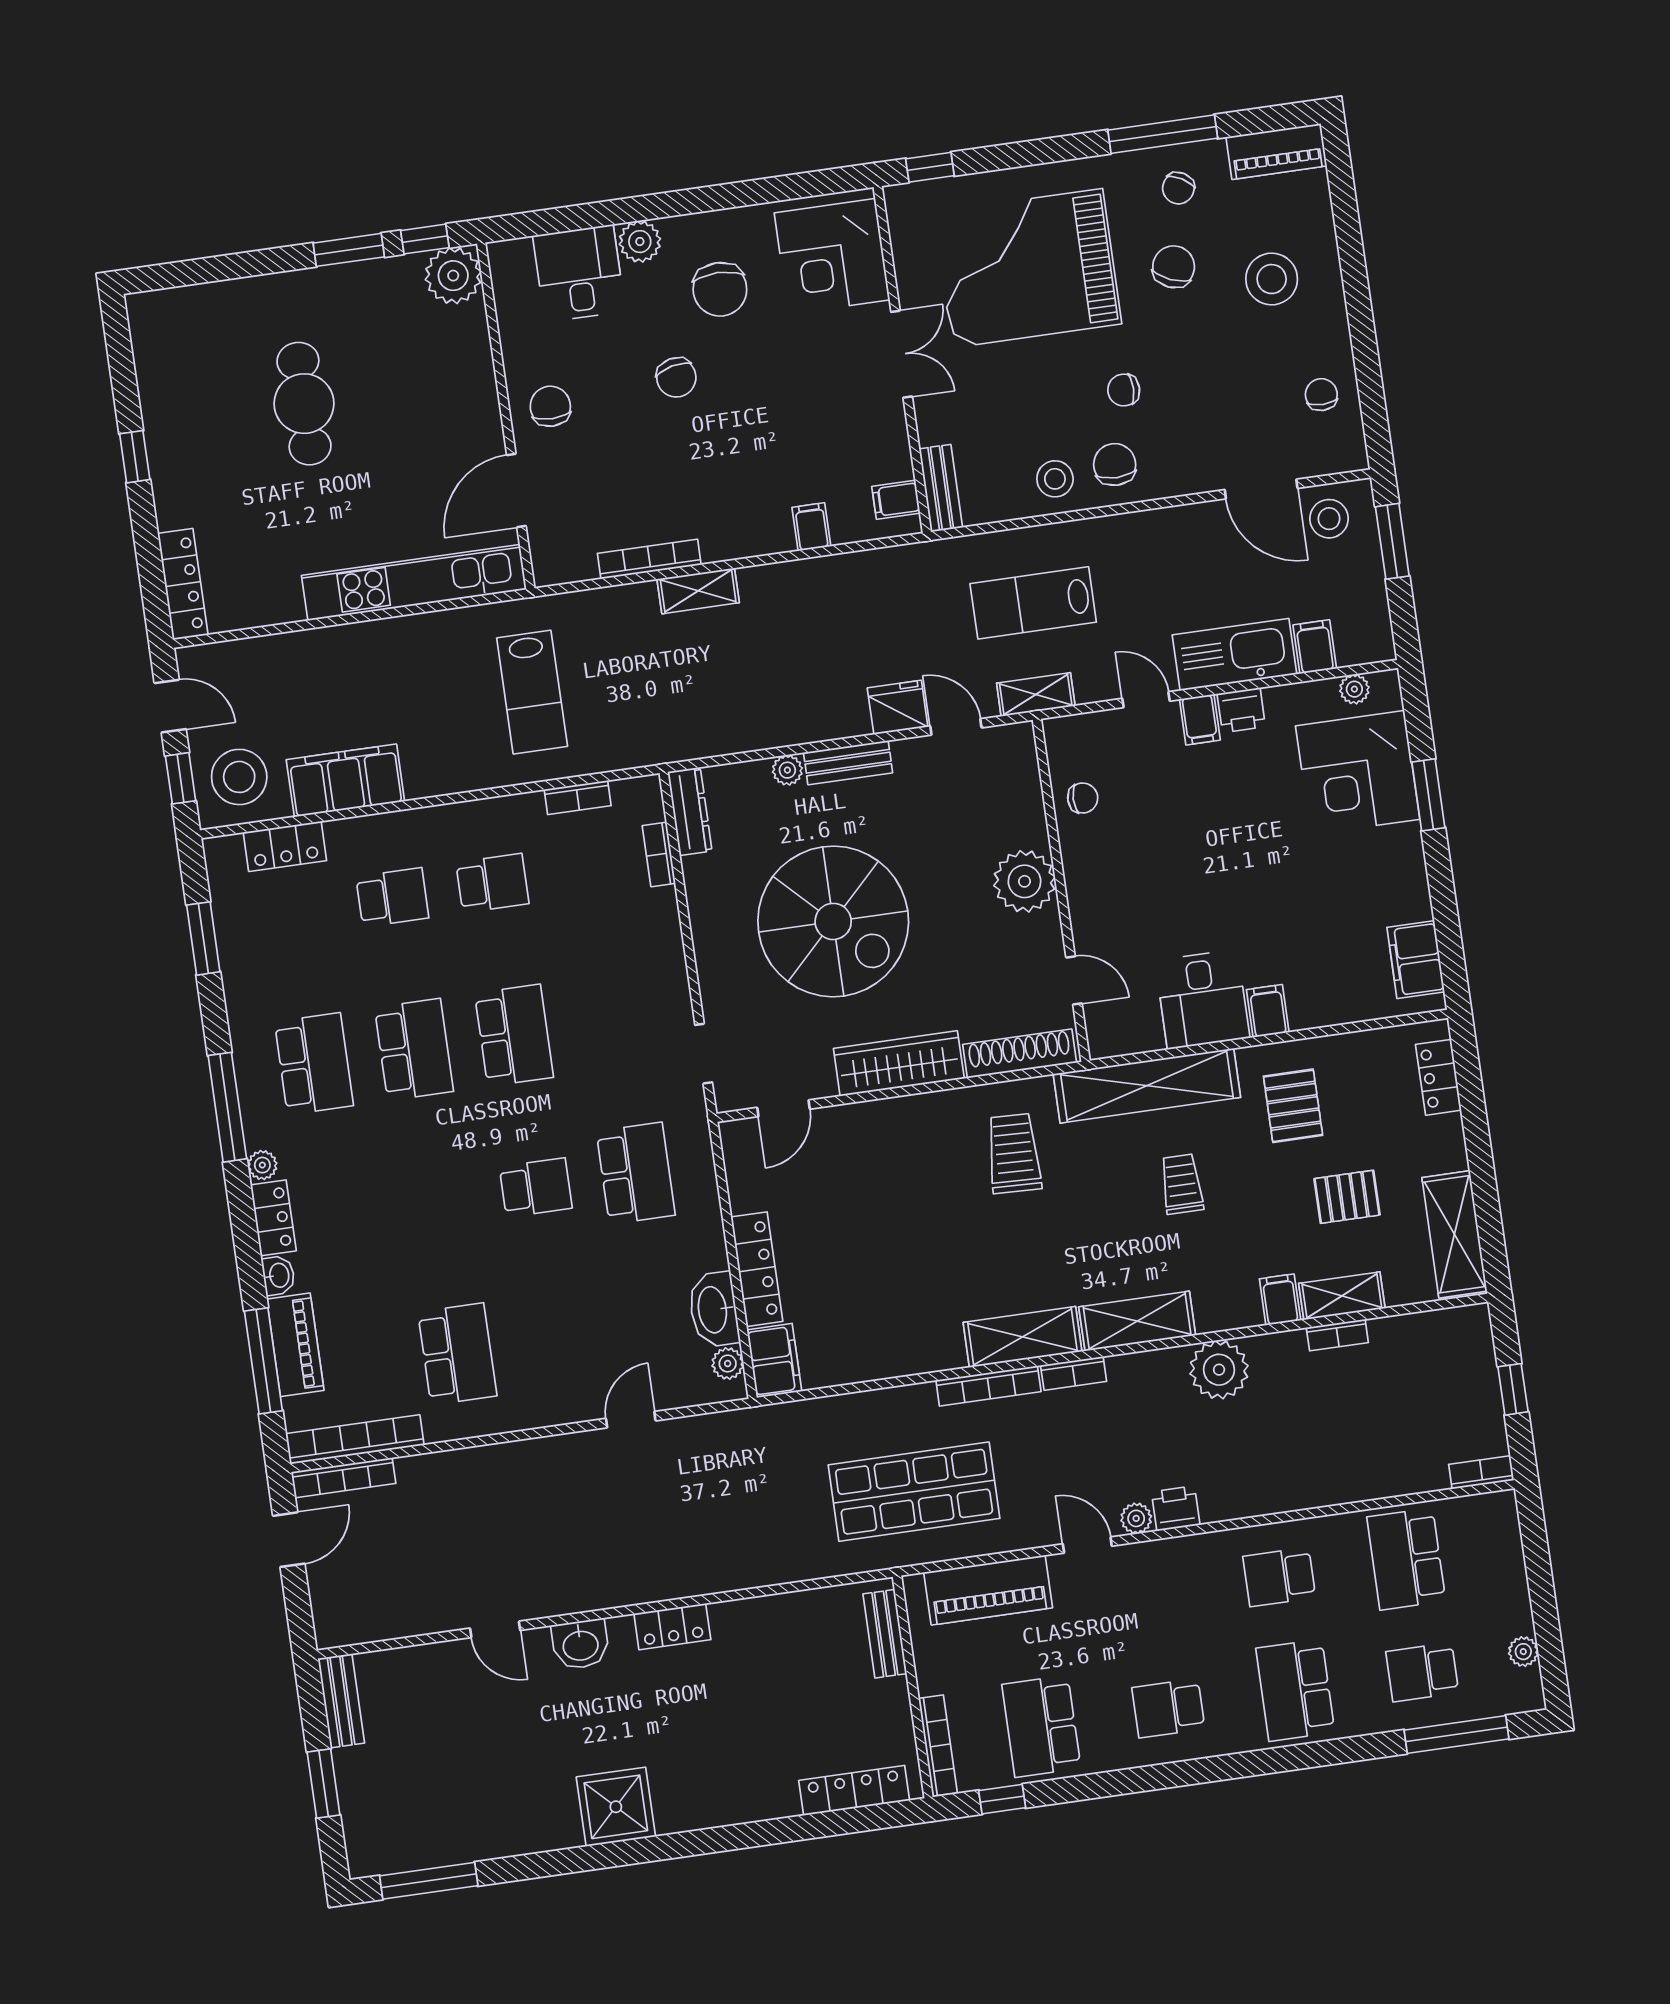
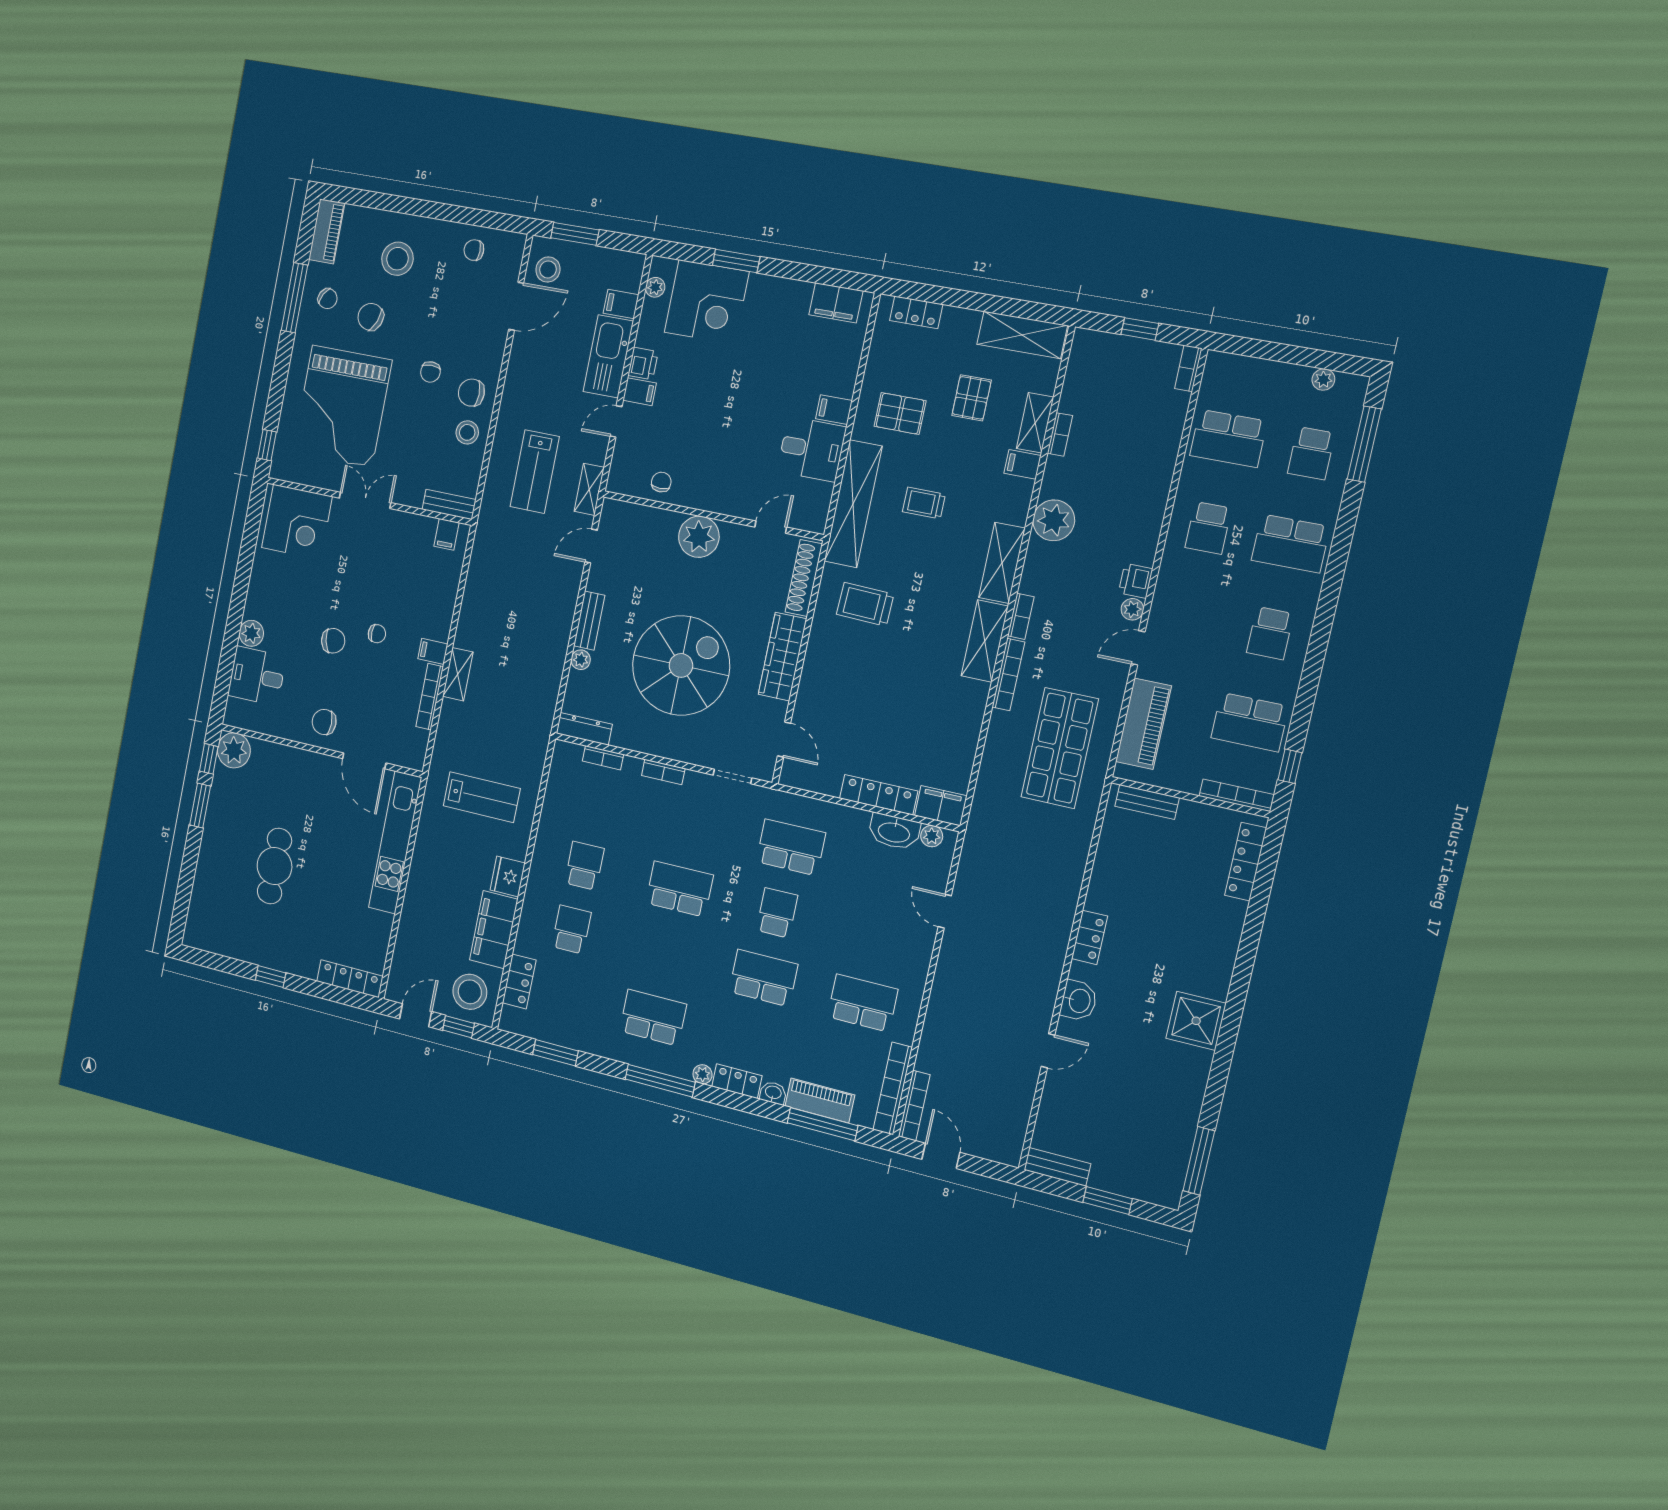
chair: (720, 289) -> (377, 634), moved, width x0.54, depth x0.54
cafe table: (304, 404) -> (274, 866), turned 90
filing cabinet: (811, 527) -> (433, 651), moved
fridge: (898, 707) -> (508, 877), moved
bookcase: (578, 798) -> (663, 772), moved, turned 90
school desk: (414, 1050) -> (763, 978), moved

